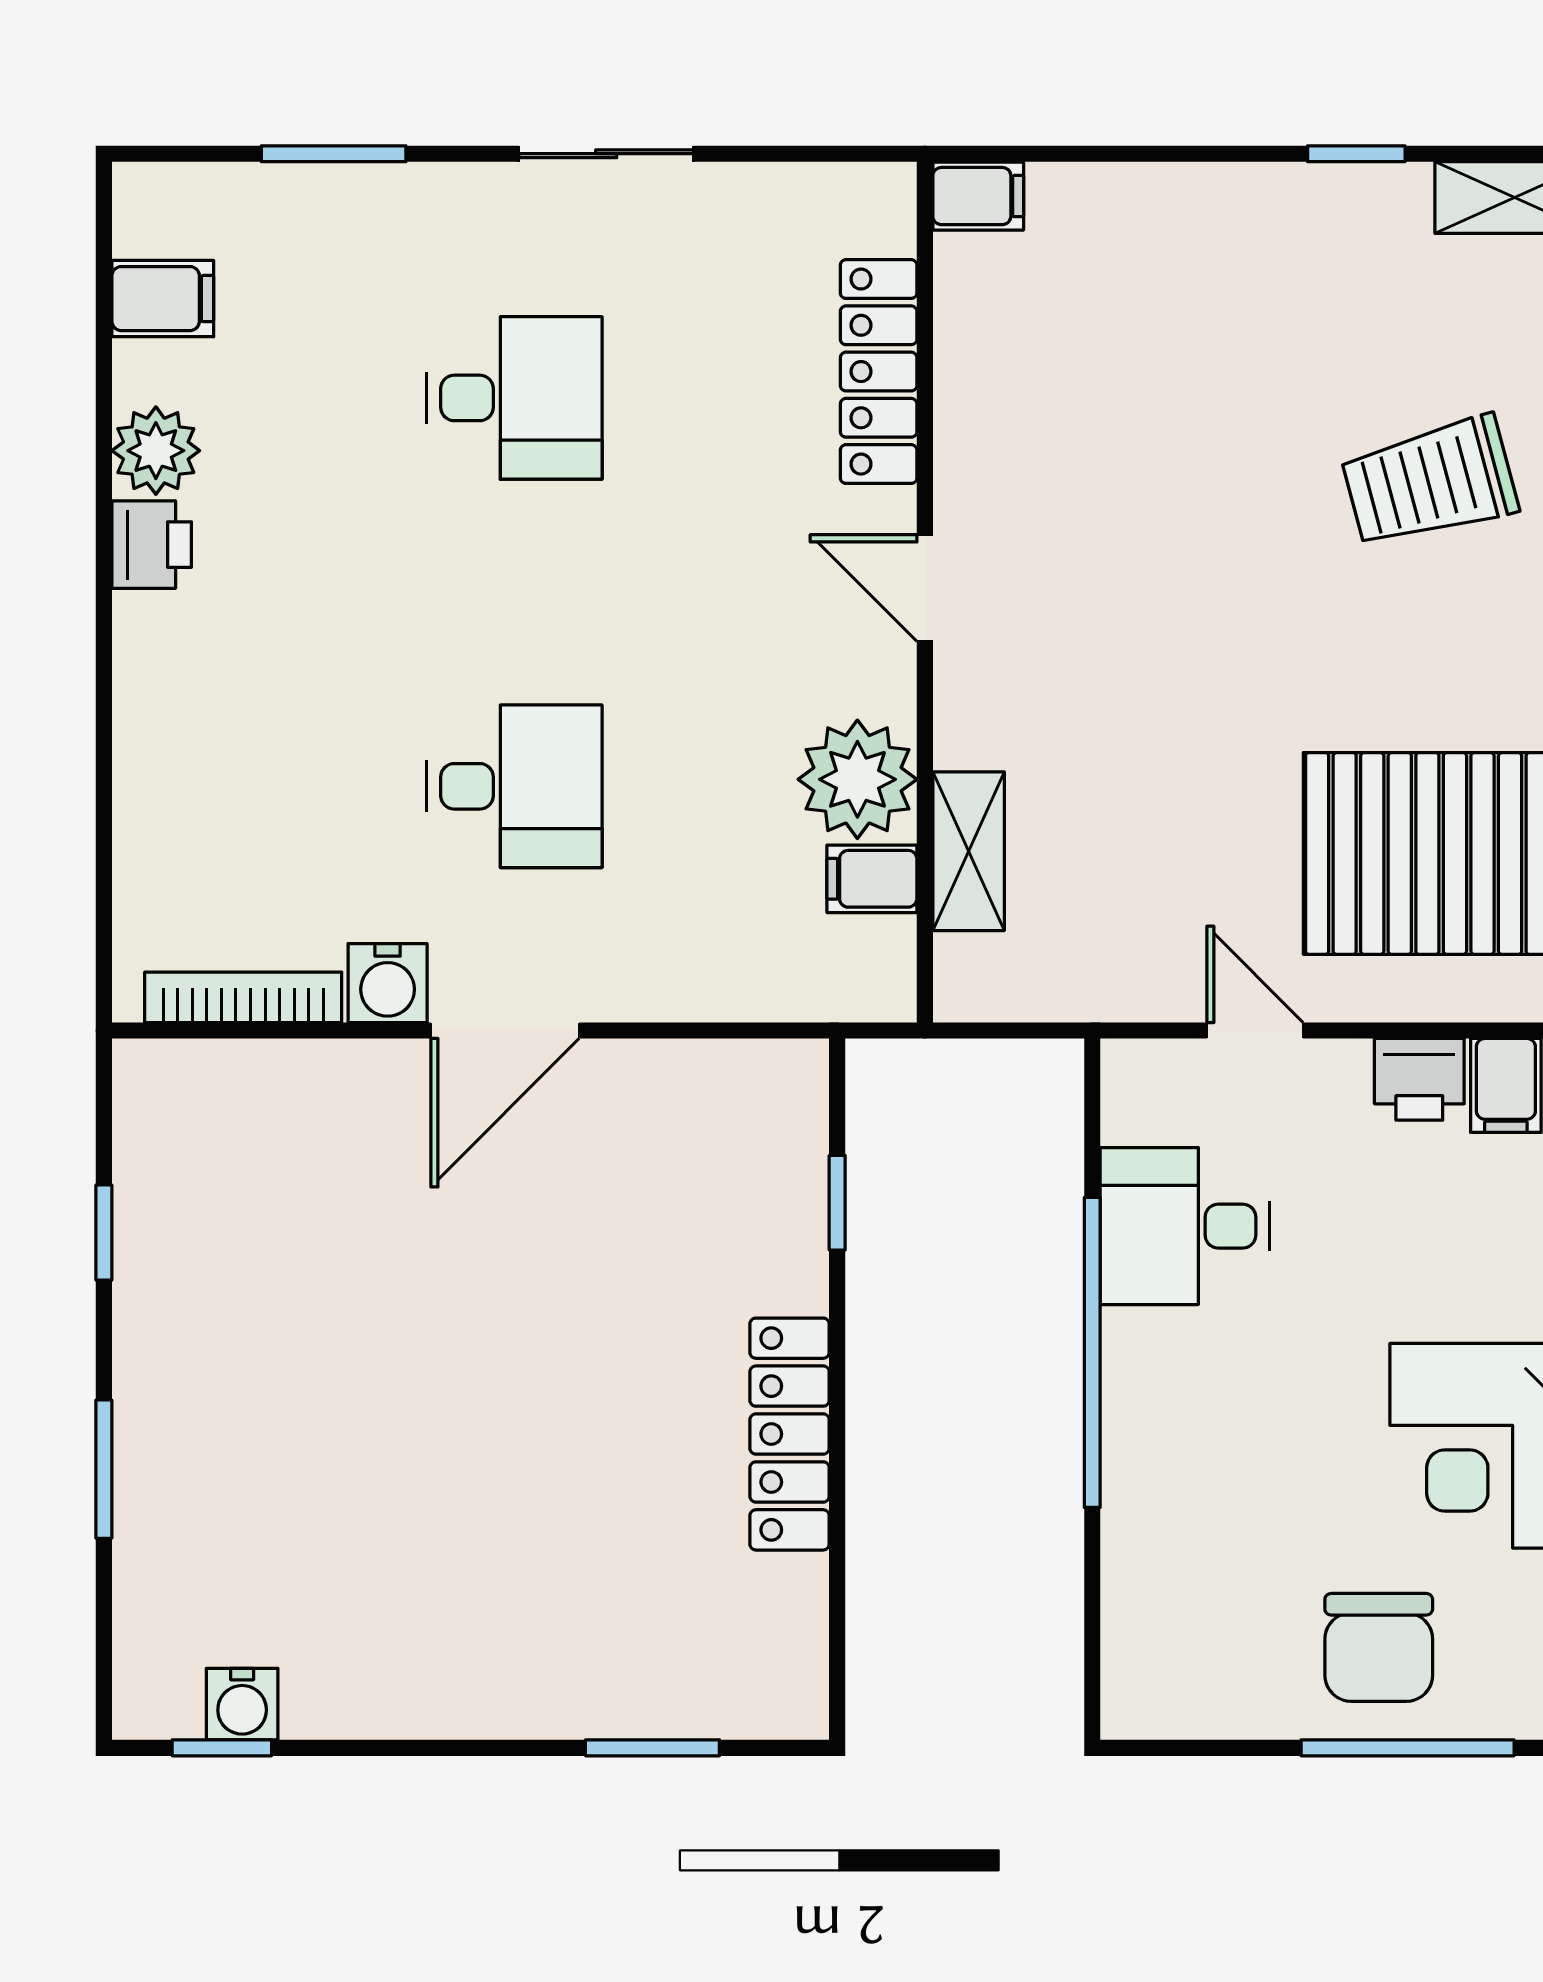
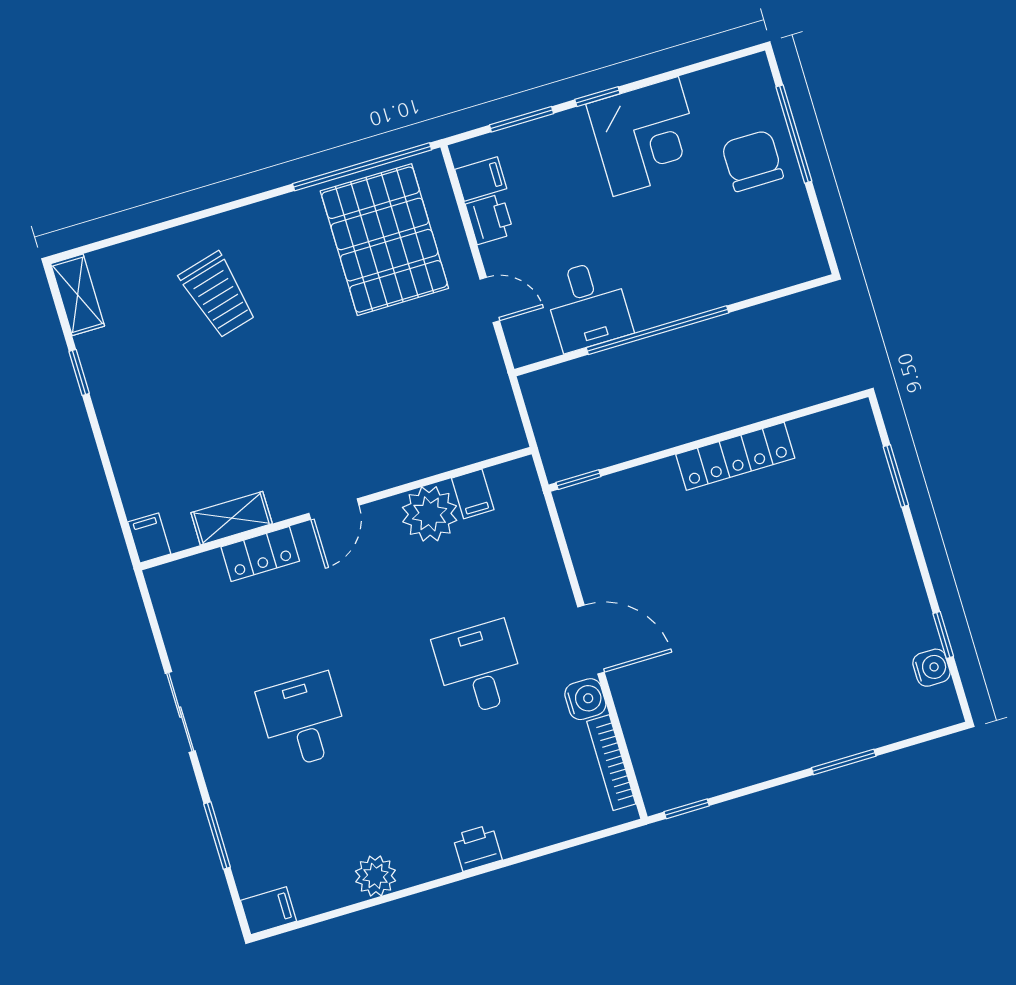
filing cabinet: (163, 299) -> (269, 911), moved, turned 90
locker: (879, 372) -> (260, 554), width x0.66
printer: (152, 545) -> (477, 848), moved
shelving: (969, 851) -> (232, 518), moved
door: (1255, 1030) -> (490, 300), swing flipped
window: (837, 1203) -> (578, 480), moved
window: (104, 1233) -> (687, 809), moved
chair: (1379, 1647) -> (752, 161), turned -90
window: (222, 1748) -> (943, 635), moved

